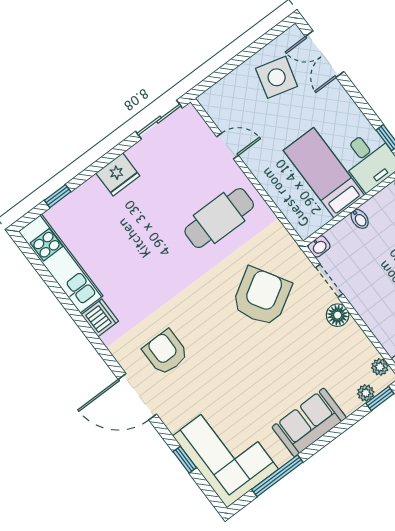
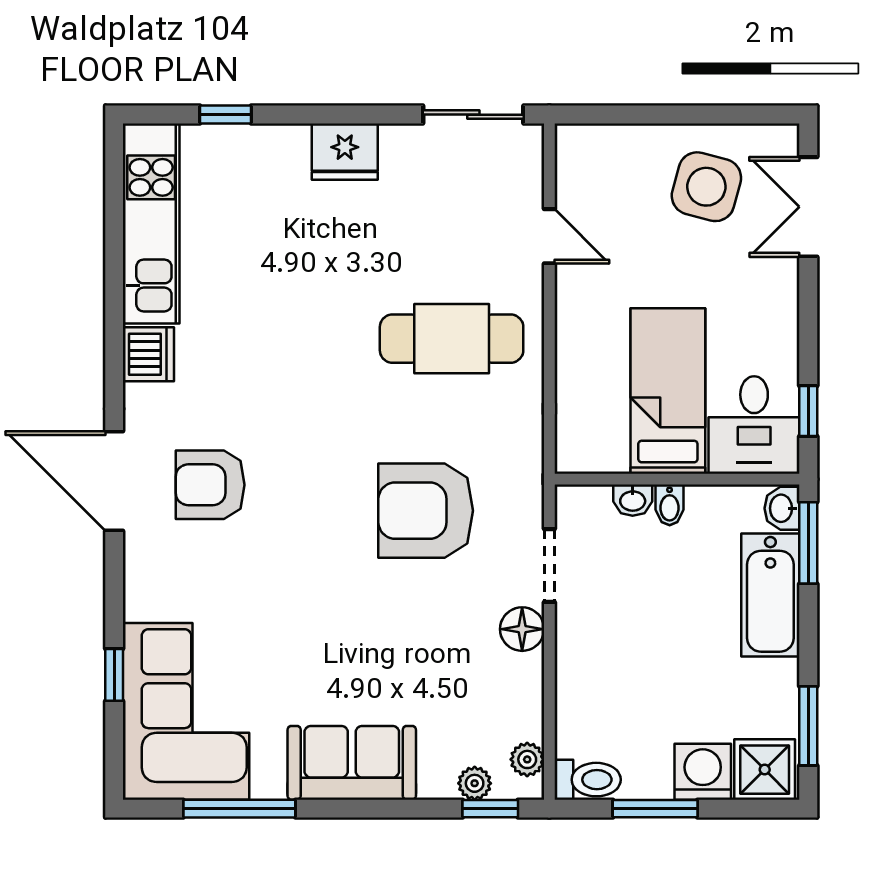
washbasin: (319, 246) -> (633, 500), moved
armchair: (262, 296) -> (426, 511), turned -149
armchair: (165, 352) -> (210, 485), turned -90
door: (137, 397) -> (114, 481), moved

